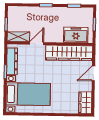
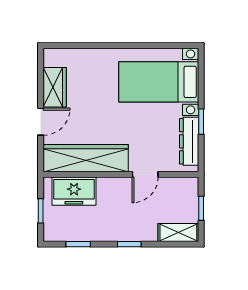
shelving: (18, 37) -> (178, 232), moved
wardrobe: (85, 103) -> (55, 87), moved

